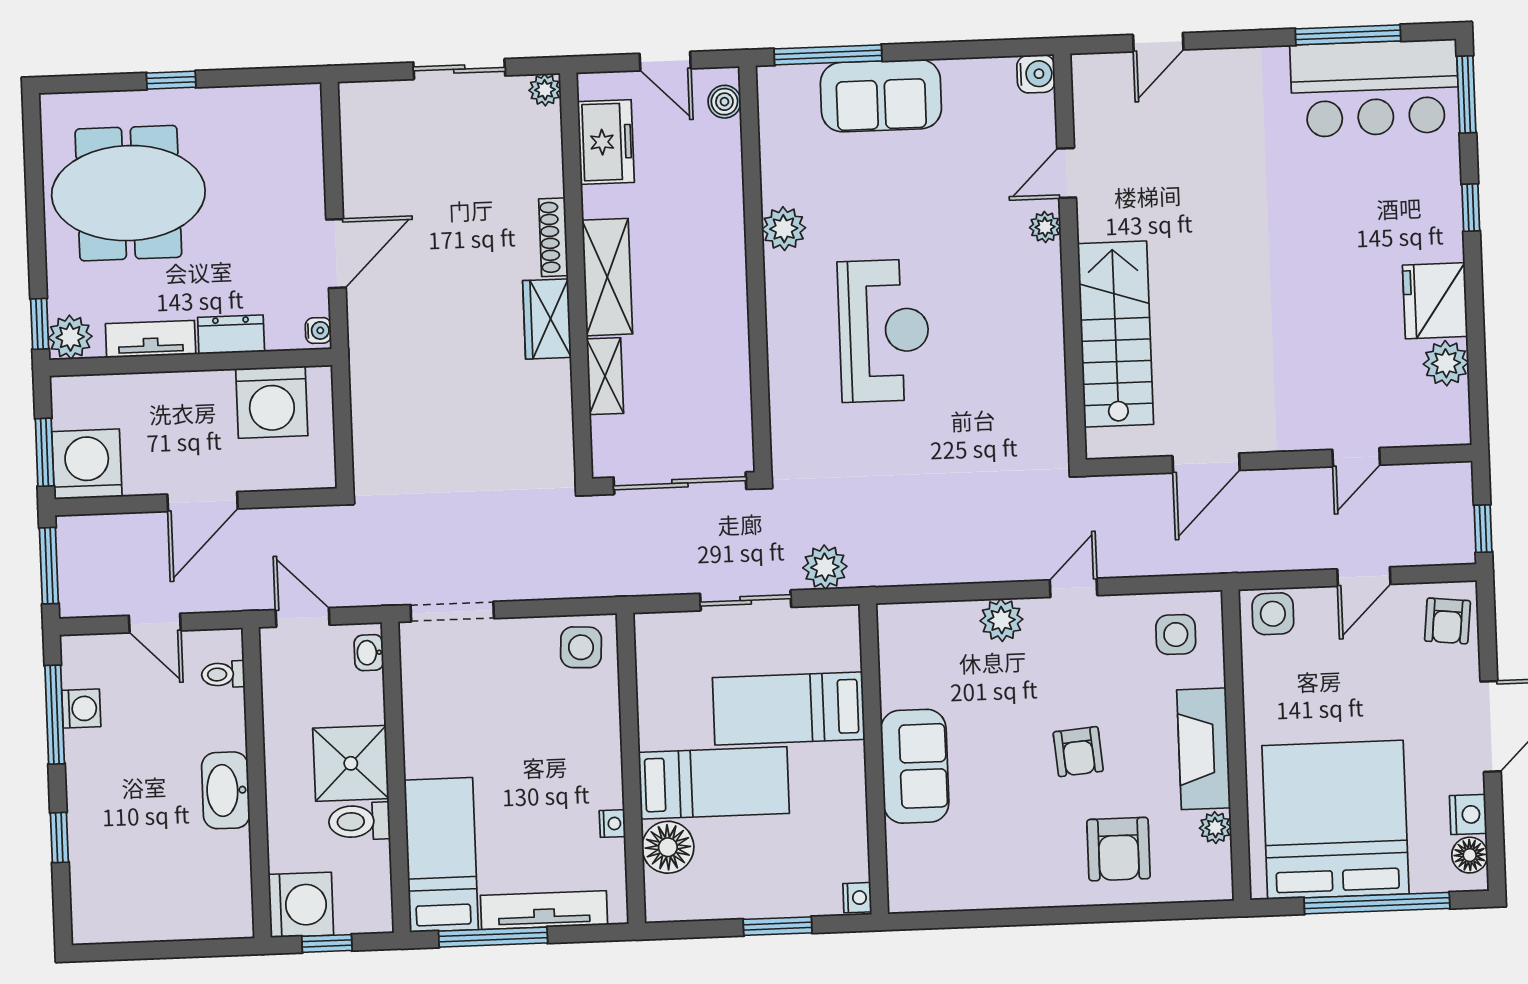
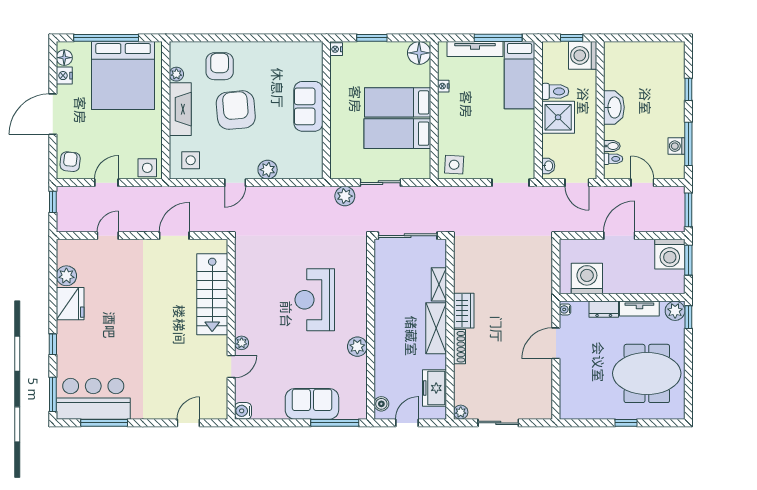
door: (665, 61) -> (407, 423), hinge flipped
bidet: (227, 703) -> (612, 146), added
bed: (789, 709) -> (397, 134), moved, turned 180
armchair: (1078, 752) -> (236, 110), width x1.88, depth x1.88
floor lamp: (668, 847) -> (419, 53), moved

